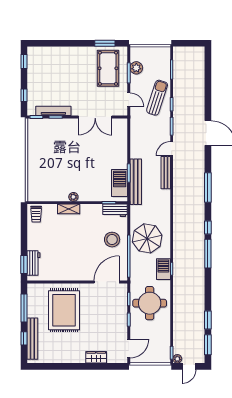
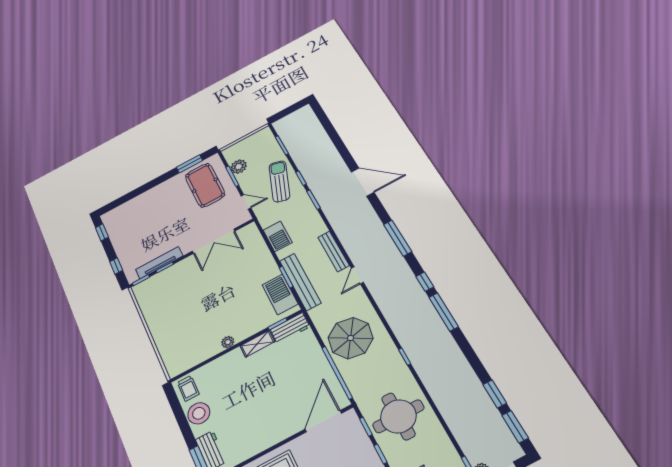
door: (172, 149) -> (357, 275), moved
shelving: (69, 209) -> (257, 344), moved
stool: (112, 240) -> (199, 413), moved
barbecue: (163, 269) -> (278, 236), moved, turned 180

